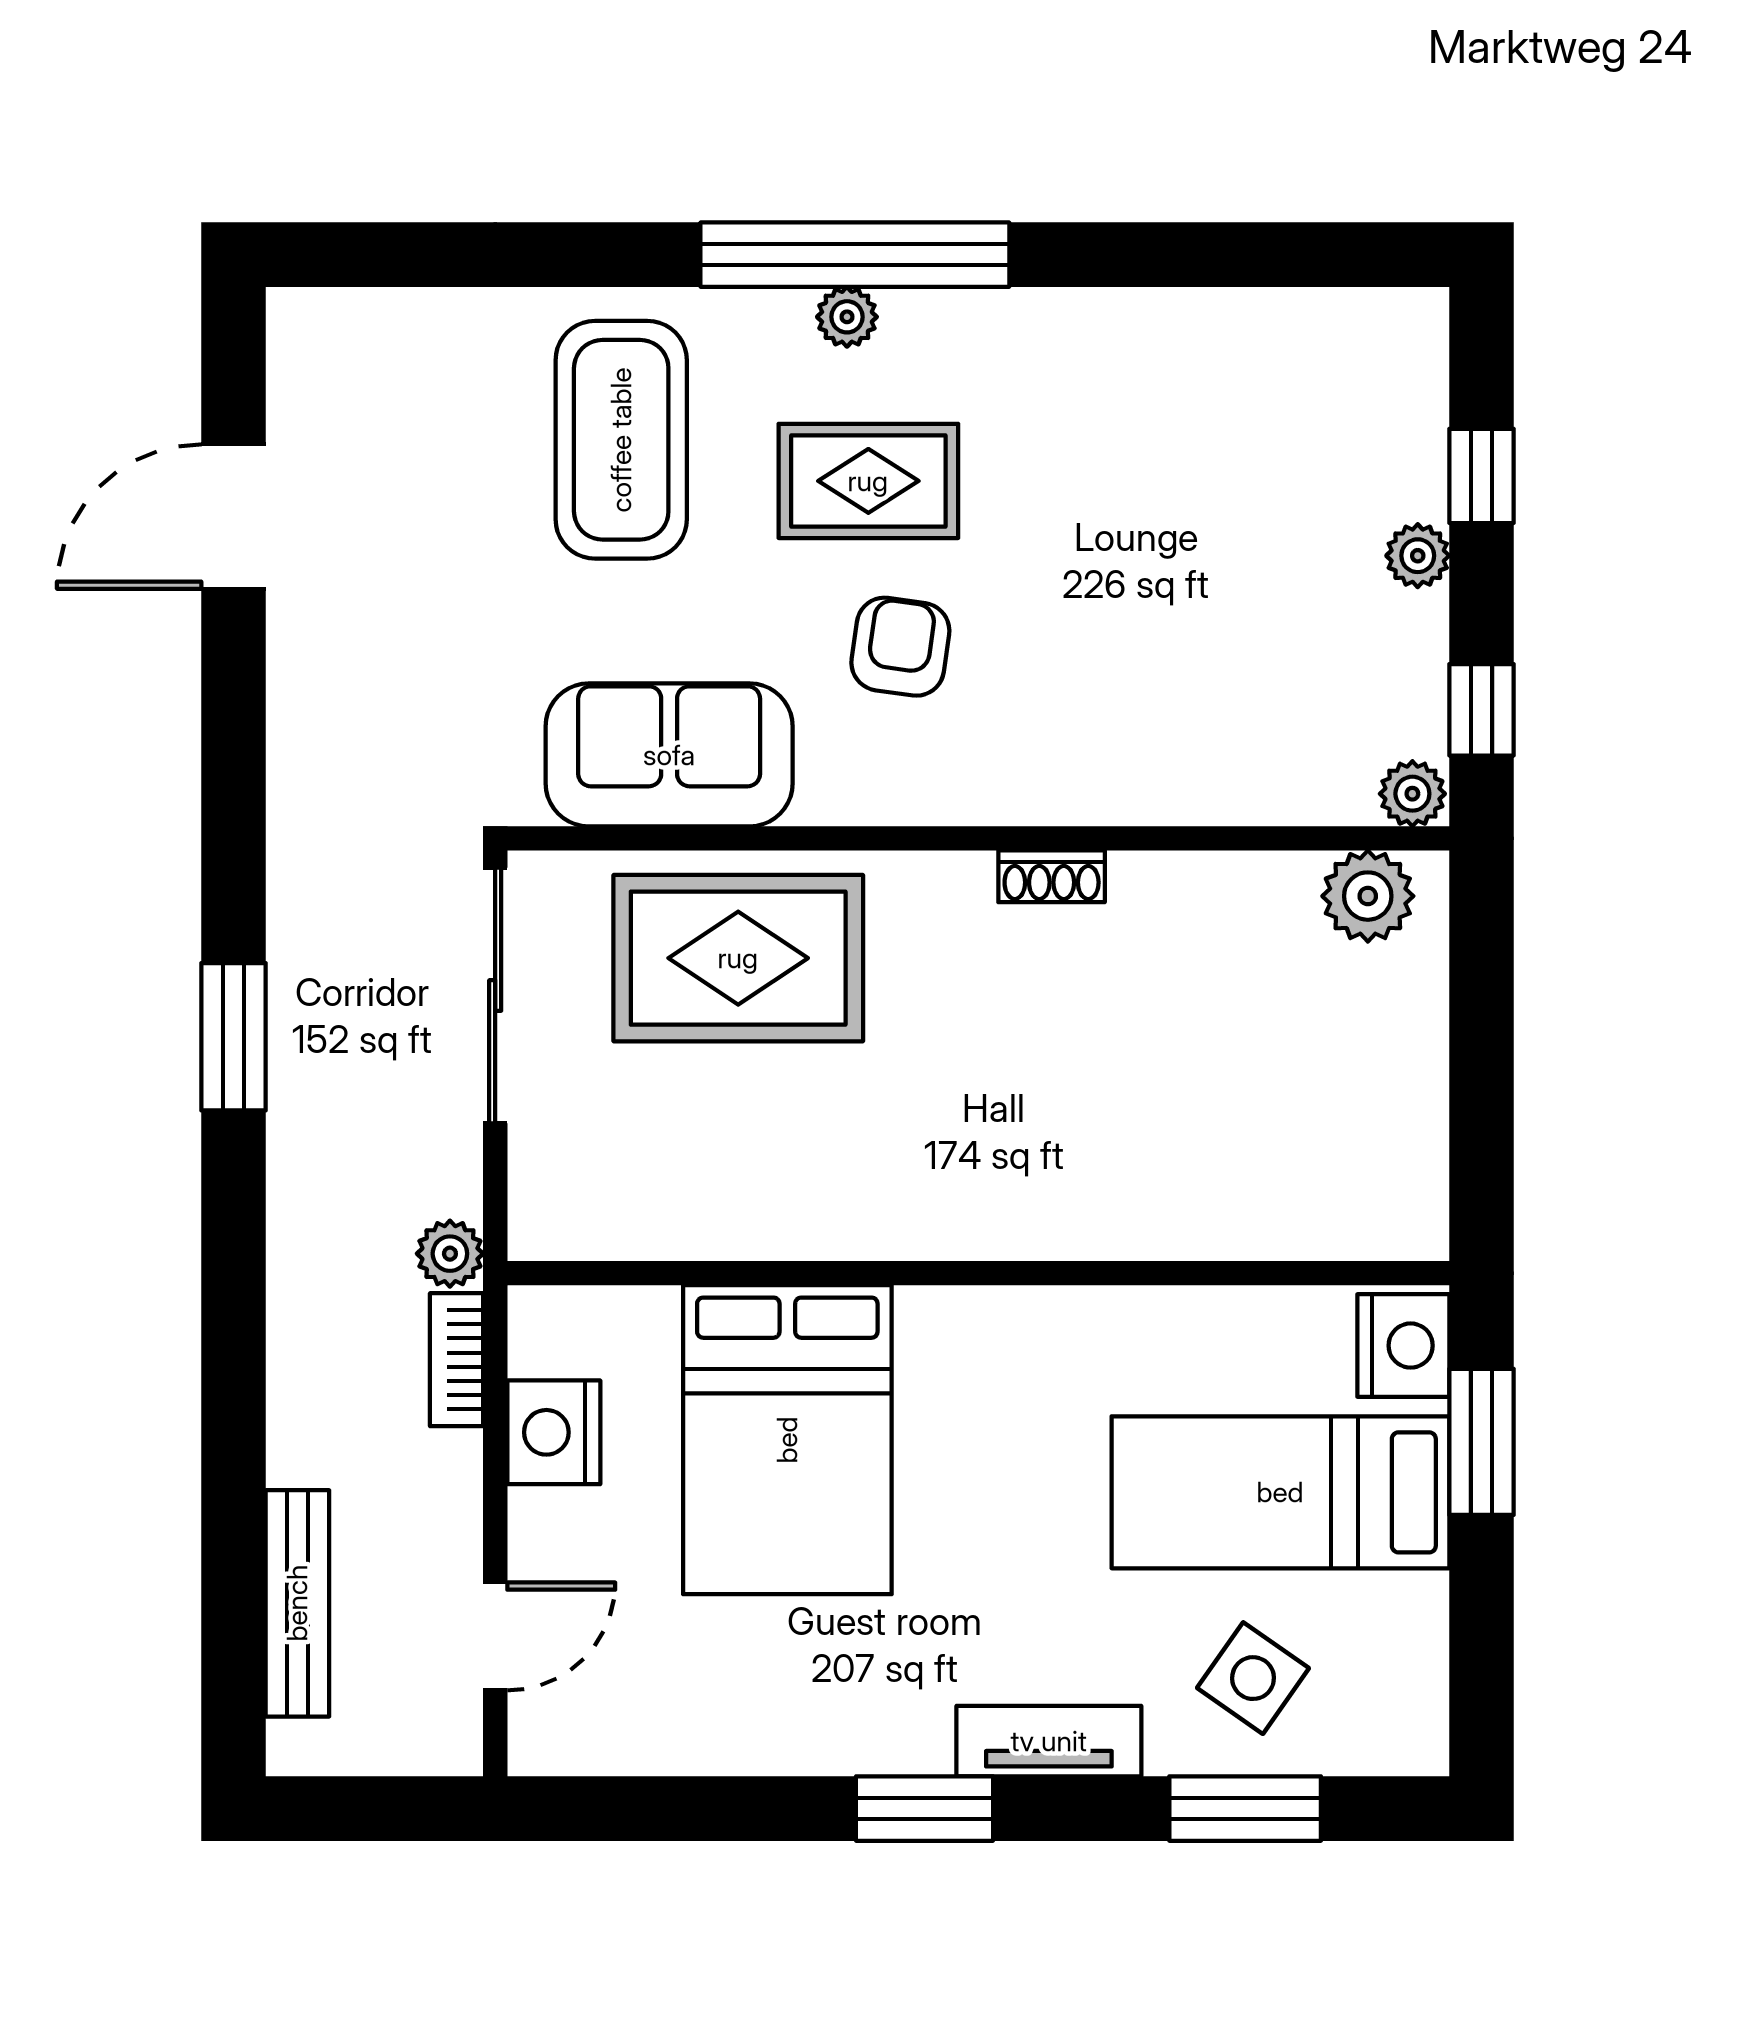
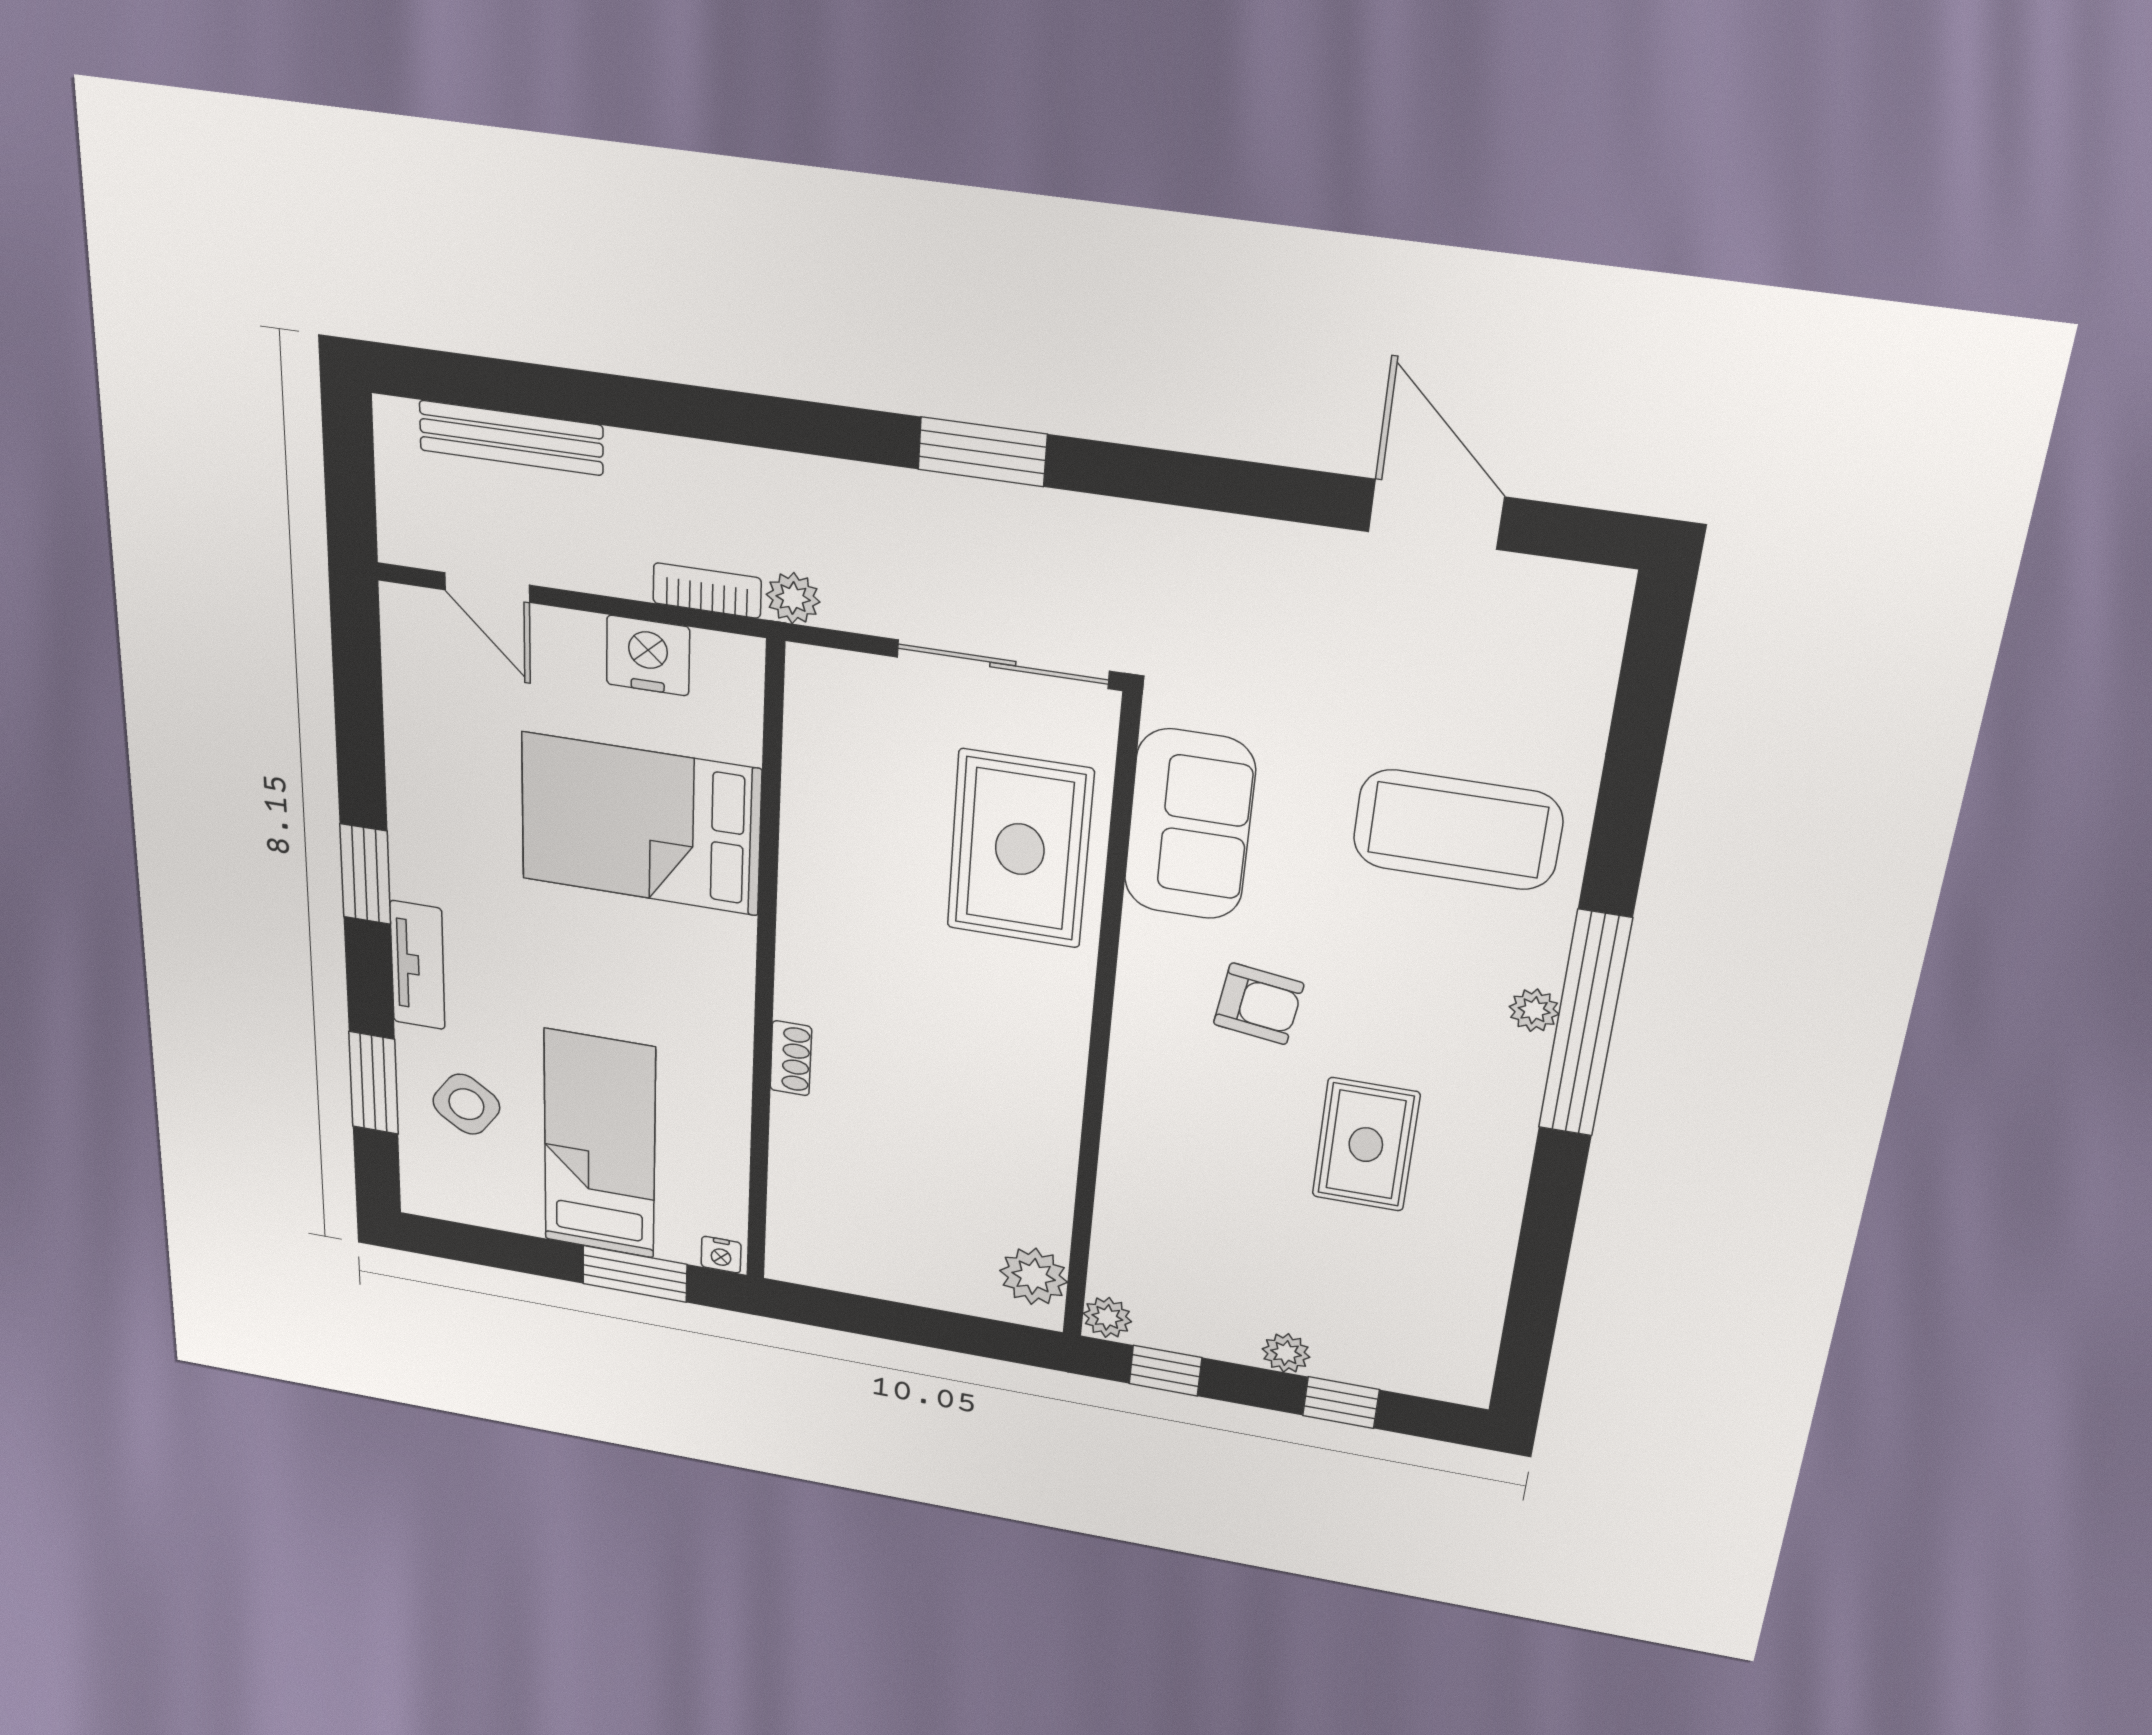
rug: (868, 481) -> (1366, 1145), moved
shoe rack: (1052, 876) -> (791, 1058), moved, turned 180
nightstand: (1403, 1346) -> (721, 1255), width x0.53, depth x0.56

